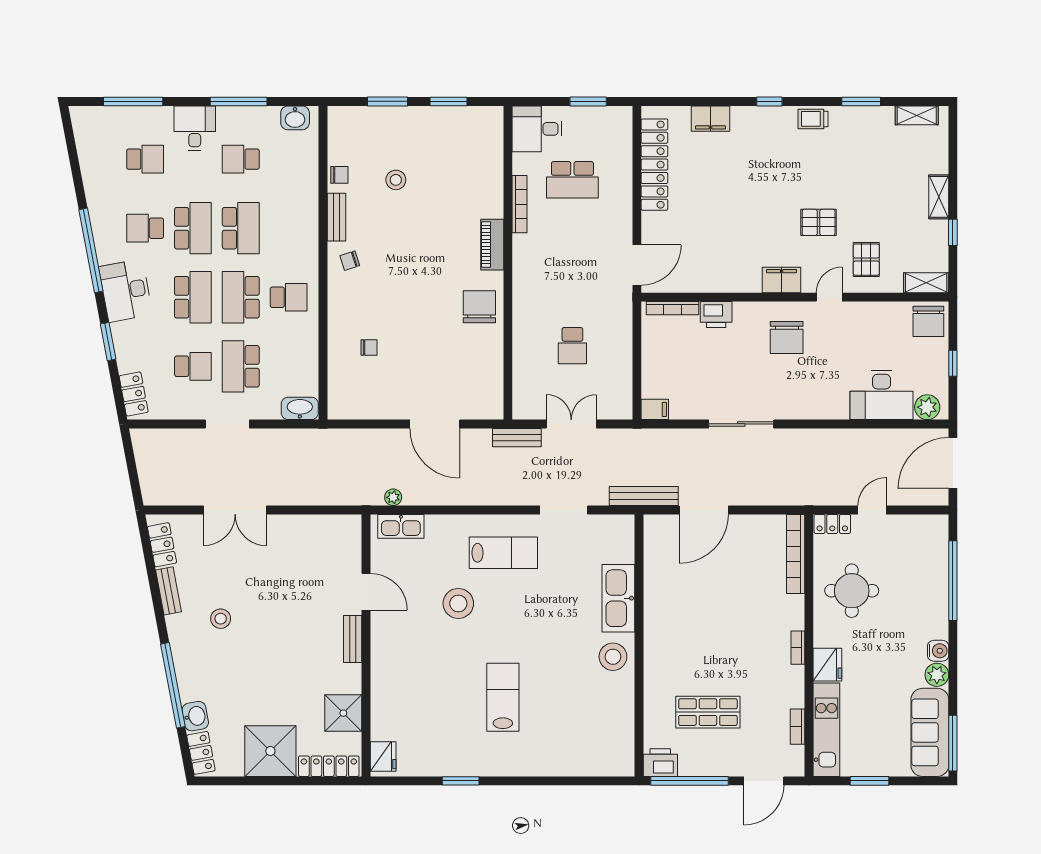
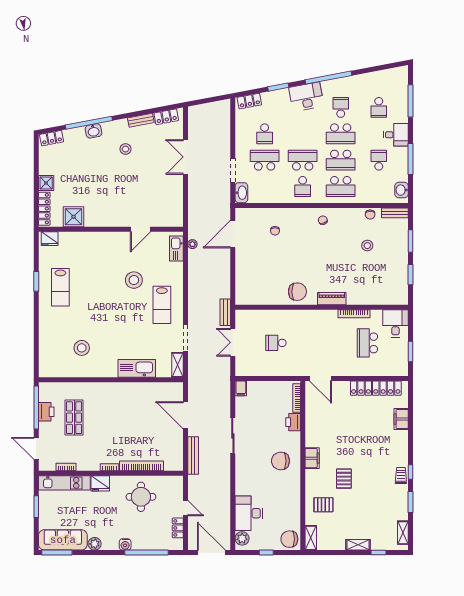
window: (769, 101) -> (411, 472), moved
bench: (337, 217) -> (395, 213), moved
window: (953, 232) -> (378, 553), moved
school desk: (193, 297) -> (341, 186), moved
door: (829, 297) -> (303, 484), removed
doorway: (227, 424) -> (233, 170), moved
door: (435, 424) -> (233, 234), moved
double door: (571, 424) -> (233, 342), swing flipped
bench: (644, 496) -> (193, 455), moved
shelving: (612, 524) -> (177, 365), added
locker: (832, 524) -> (178, 528), moved
bookcase: (796, 554) -> (142, 466), moved
bench: (353, 639) -> (114, 222), removed
water cooler: (938, 651) -> (125, 544), moved
stool: (613, 657) -> (82, 348), moved
lab bench: (503, 697) -> (60, 287), moved, turned 90
washbasin: (195, 716) -> (93, 131), moved
shower: (270, 751) -> (46, 183), width x0.54, depth x0.54
printer: (660, 763) -> (46, 412), moved

